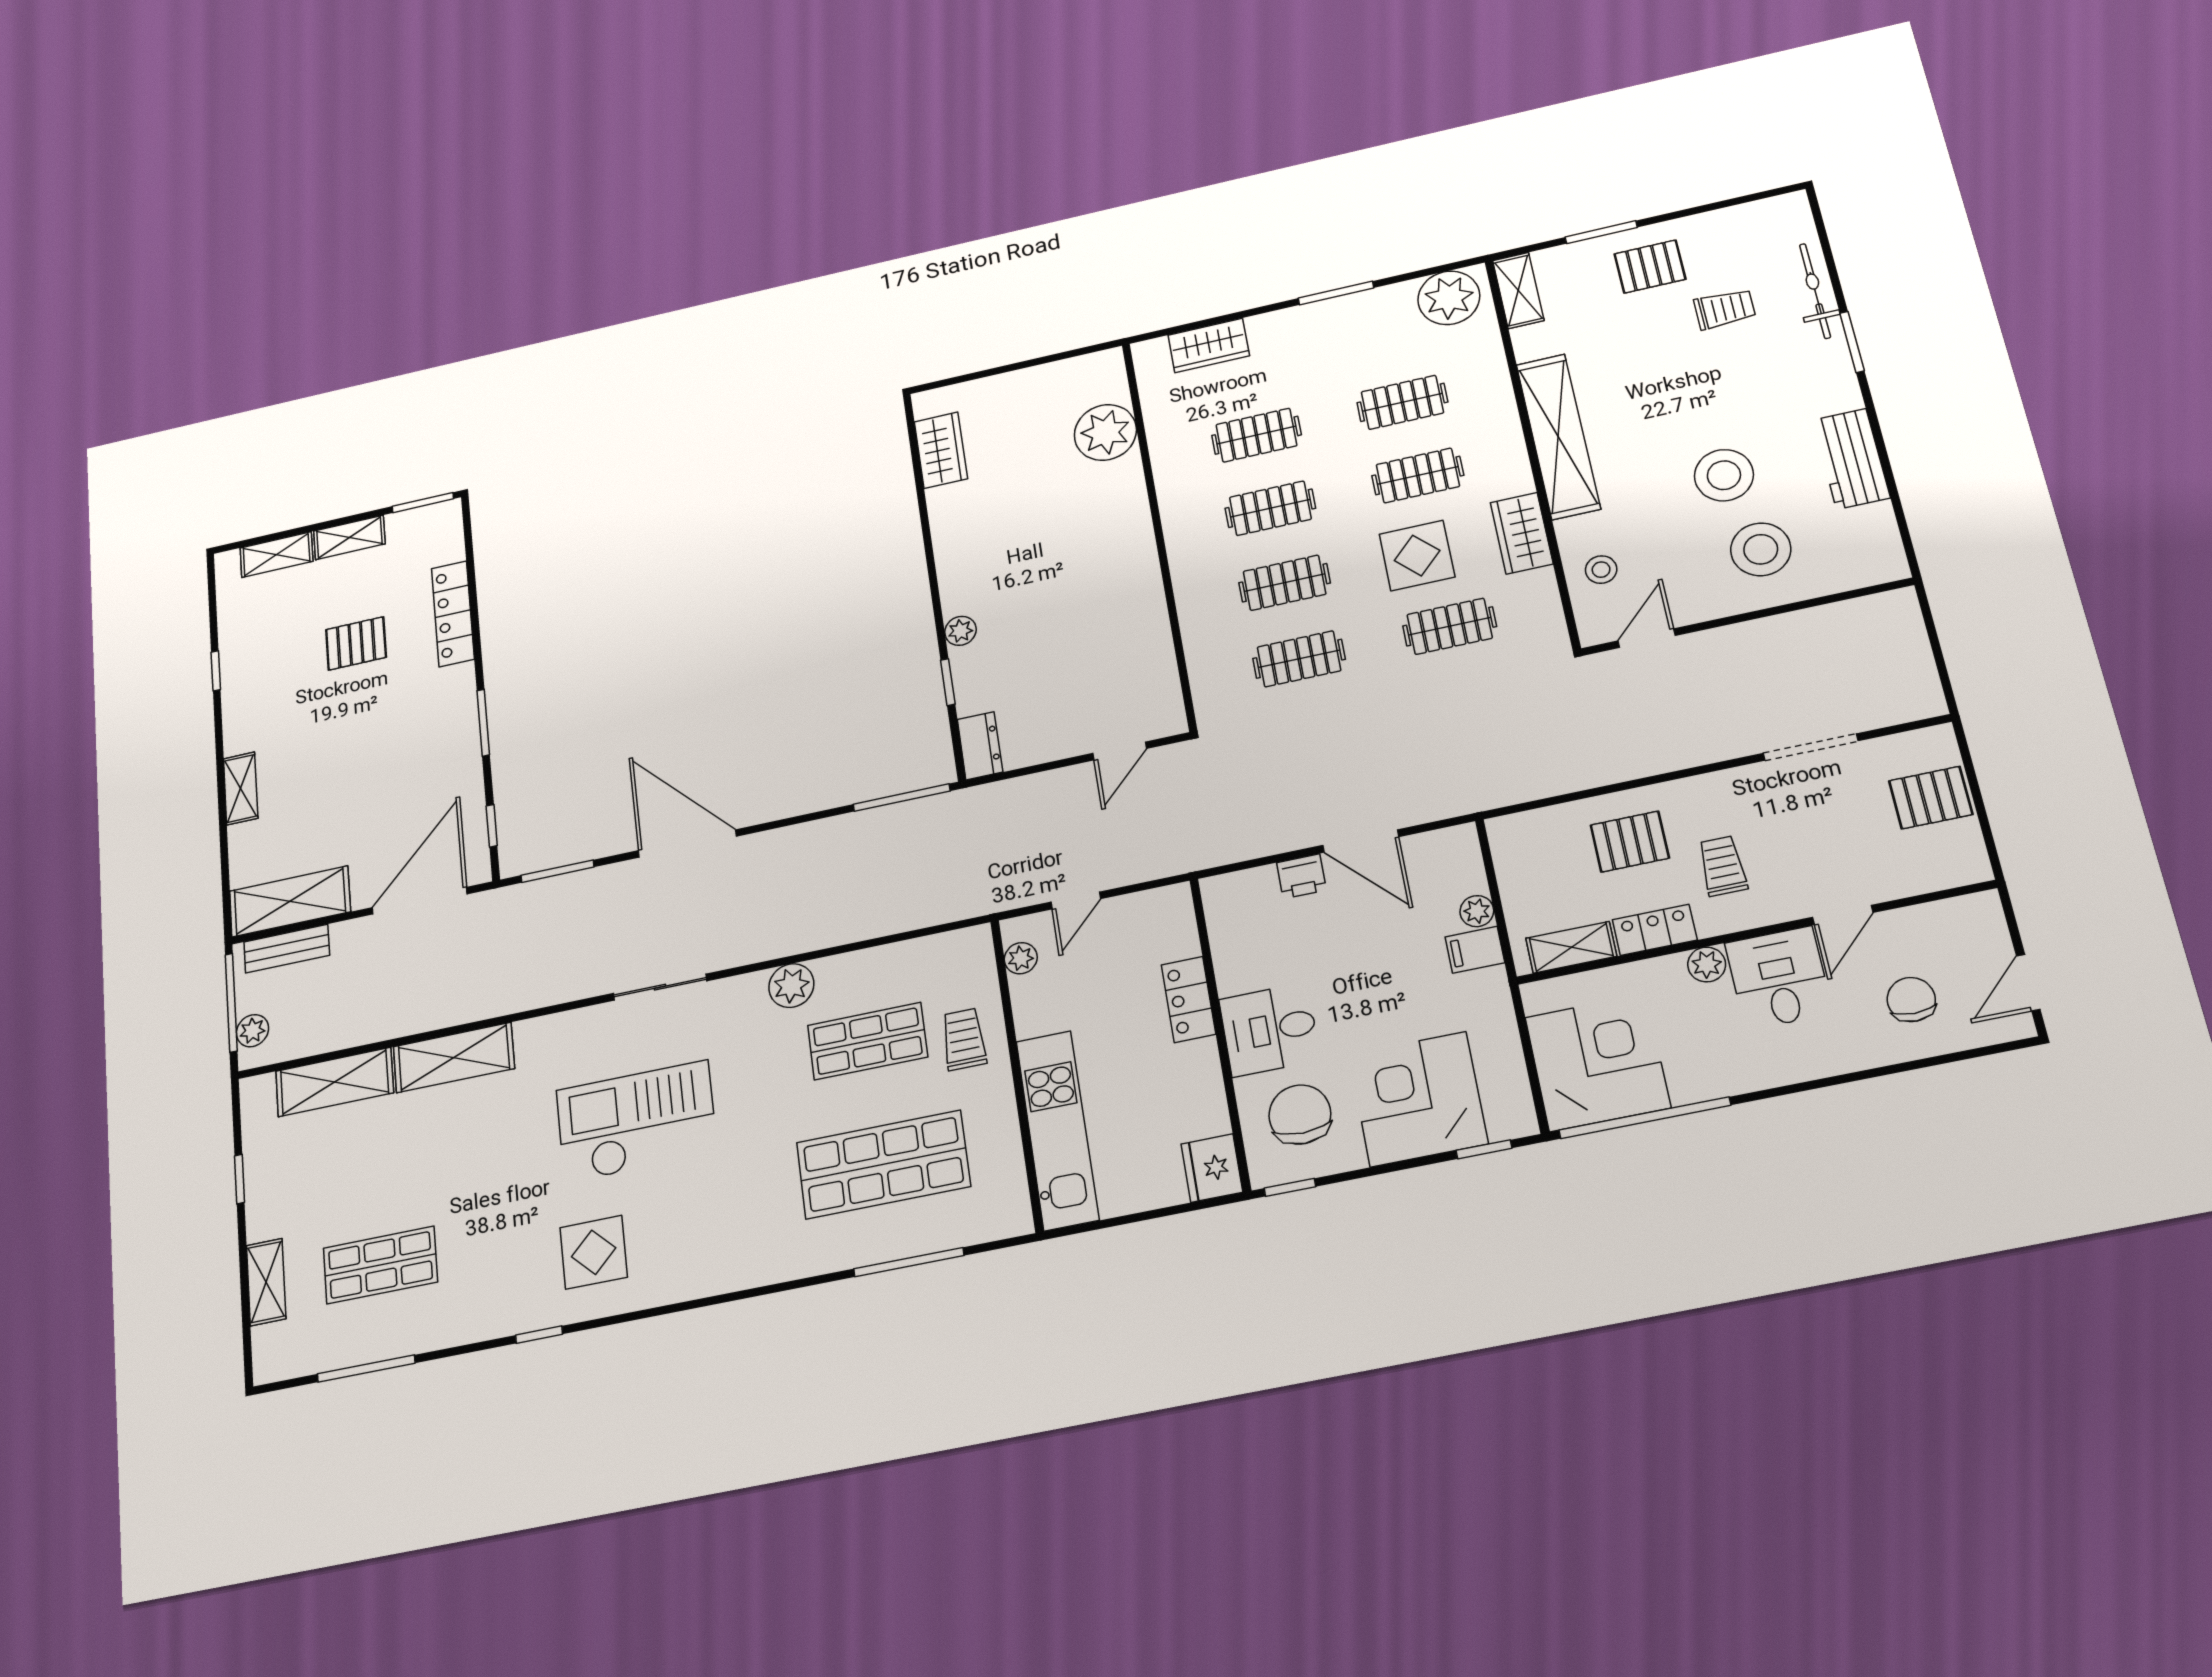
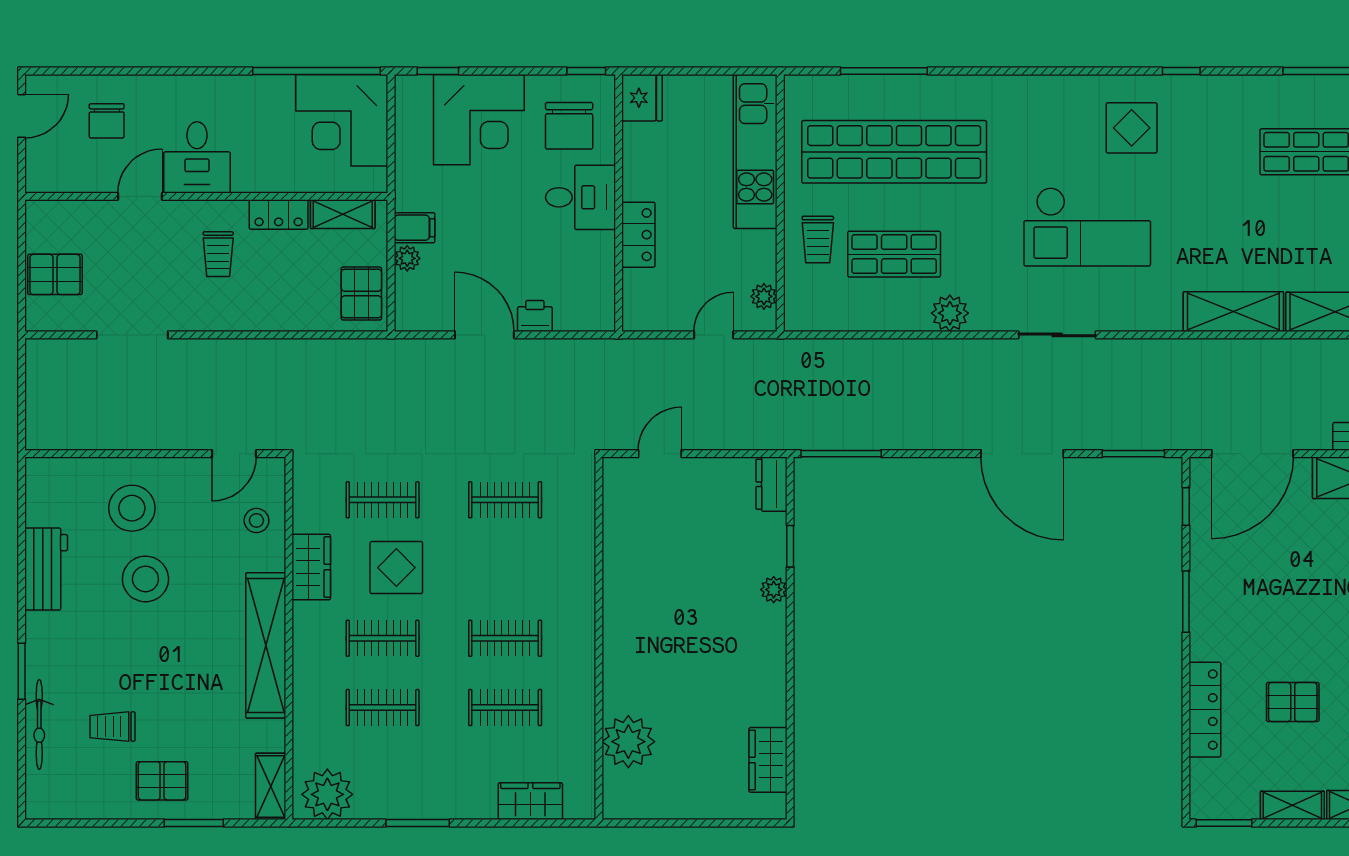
clothes rail: (1285, 583) -> (505, 569), removed
pallet: (1630, 842) -> (361, 294), moved, turned 90
plant: (1707, 964) -> (247, 179), removed
shop shelf: (883, 1164) -> (894, 152), width x1.40

